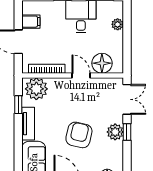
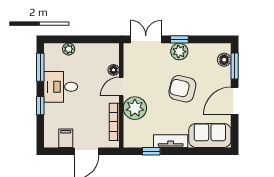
floor lamp: (102, 63) -> (114, 70), width x0.53, depth x0.53
plant: (36, 89) -> (135, 108), moved

